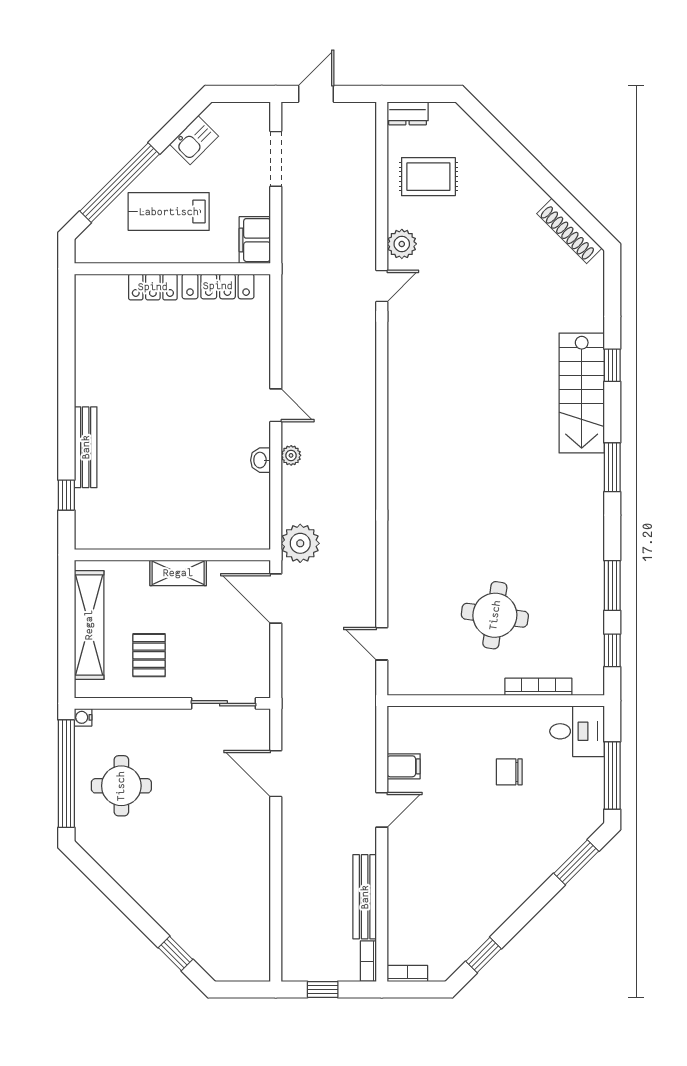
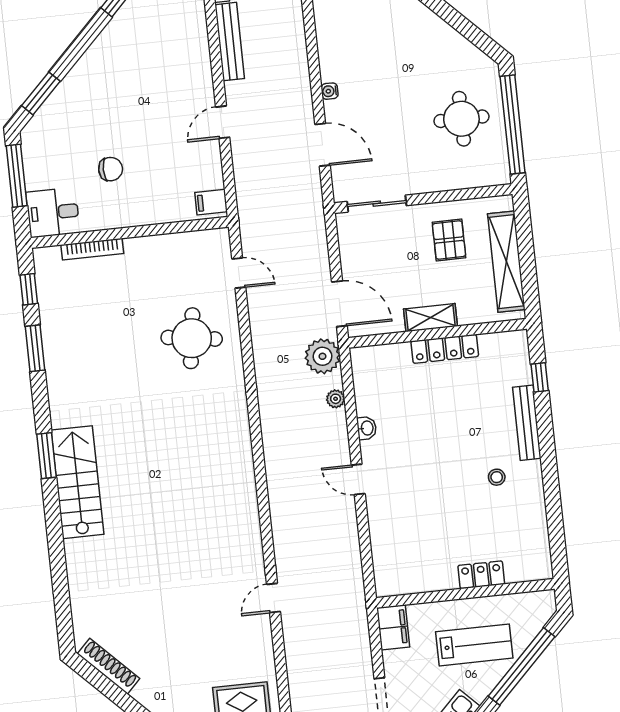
plant: (402, 244) -> (259, 638), removed
locker: (218, 286) -> (445, 349), moved, turned 180
window: (612, 365) -> (56, 548), removed
stool: (125, 392) -> (497, 477), added
stairs: (582, 393) -> (77, 482), moved
plant: (291, 455) -> (336, 399), moved
round table: (495, 615) -> (192, 338), moved
water cooler: (83, 717) -> (330, 91), moved, turned 180
filing cabinet: (404, 766) -> (211, 202), moved

